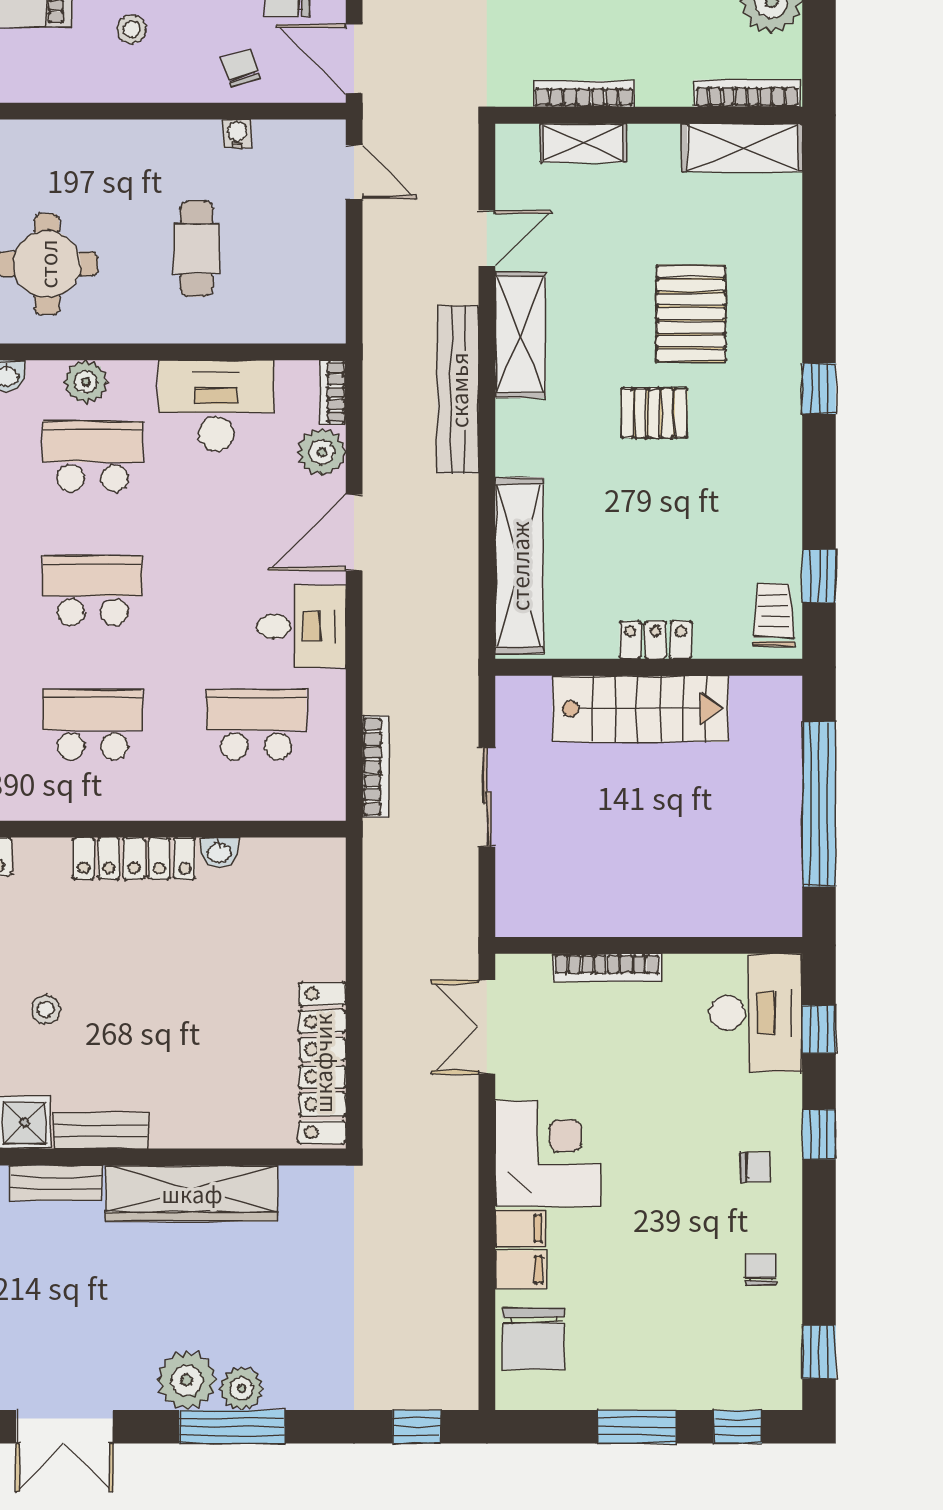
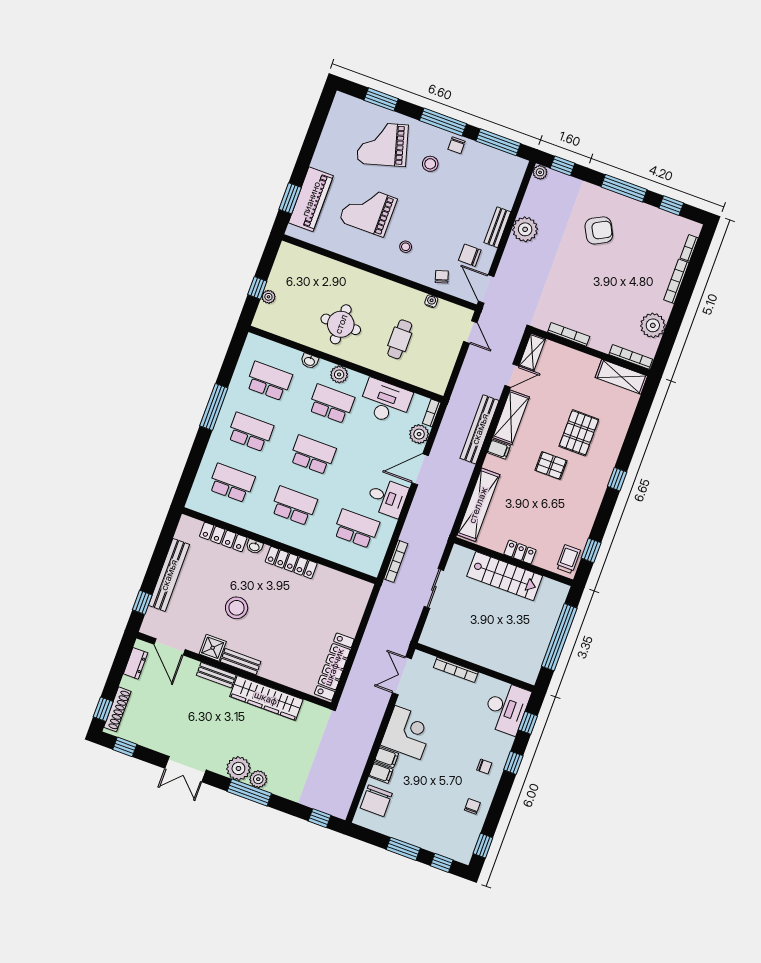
shelving: (583, 143) -> (532, 352), moved, turned 90
filing cabinet: (519, 419) -> (499, 449), added
washbasin: (219, 852) -> (254, 547), moved
stool: (46, 1010) -> (237, 608), width x1.89, depth x1.89

